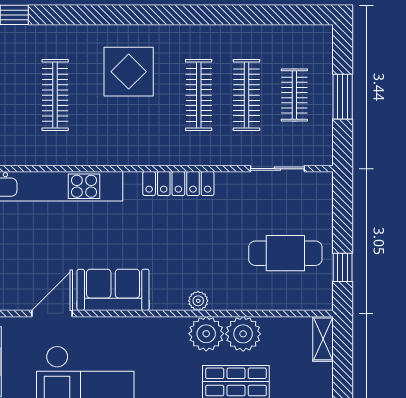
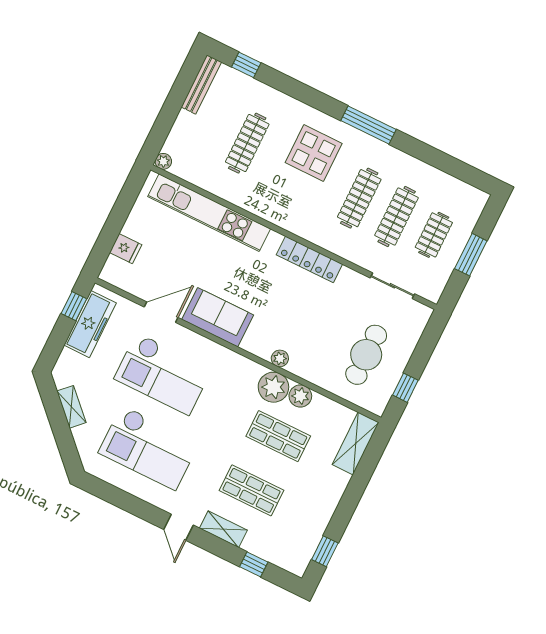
window: (171, 15) -> (369, 125), added
cafe table: (285, 253) -> (366, 355), turned 90
plant: (243, 334) -> (300, 396), width x0.73, depth x0.73
shelving: (323, 339) -> (356, 443), width x1.50, depth x1.33

